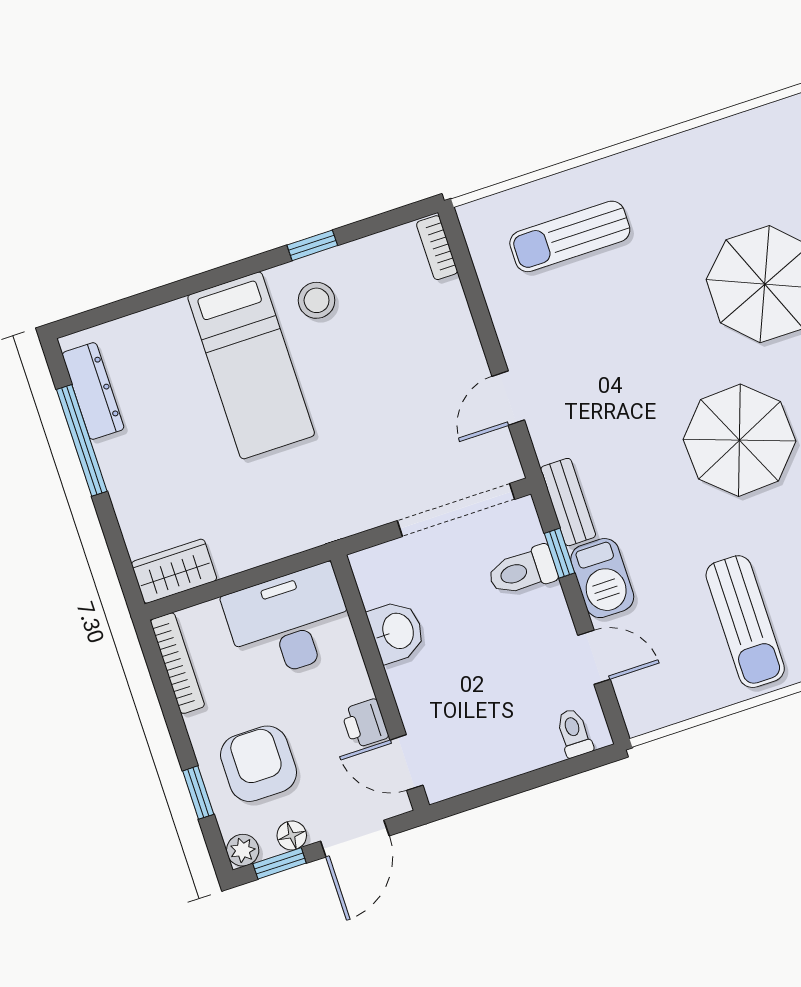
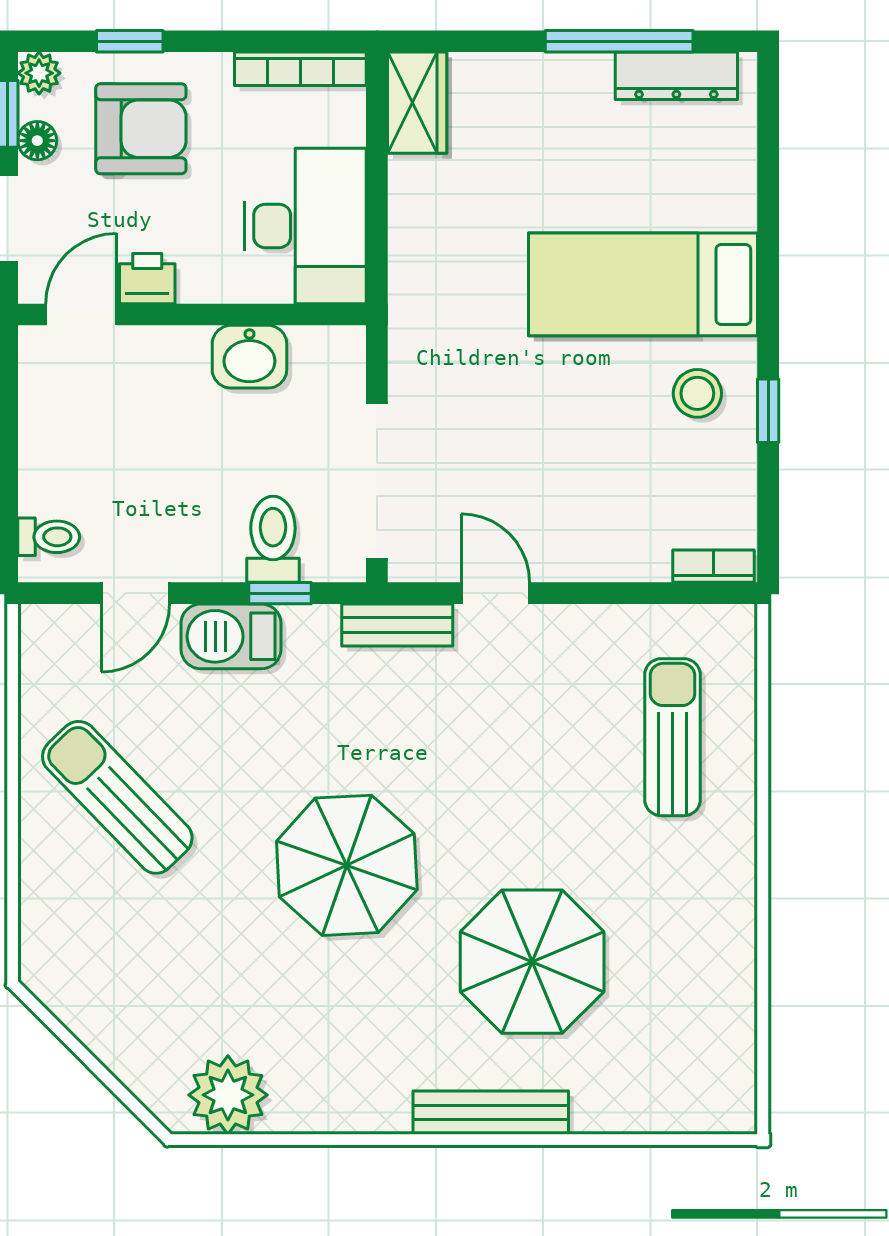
bench: (568, 502) -> (397, 625), moved
sun lounger: (745, 622) -> (117, 797), turned 46

